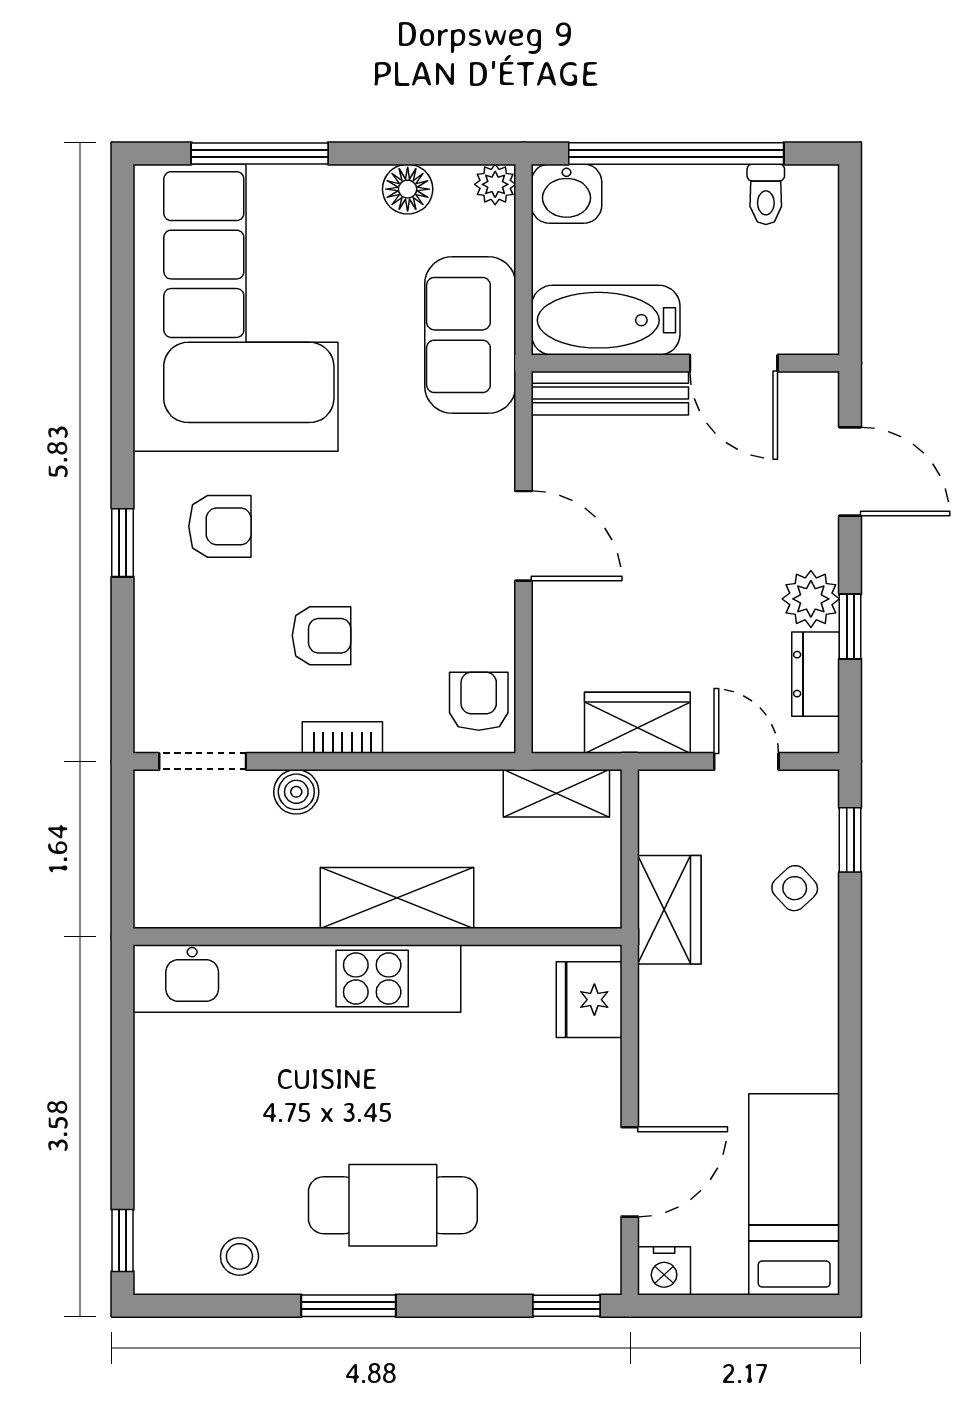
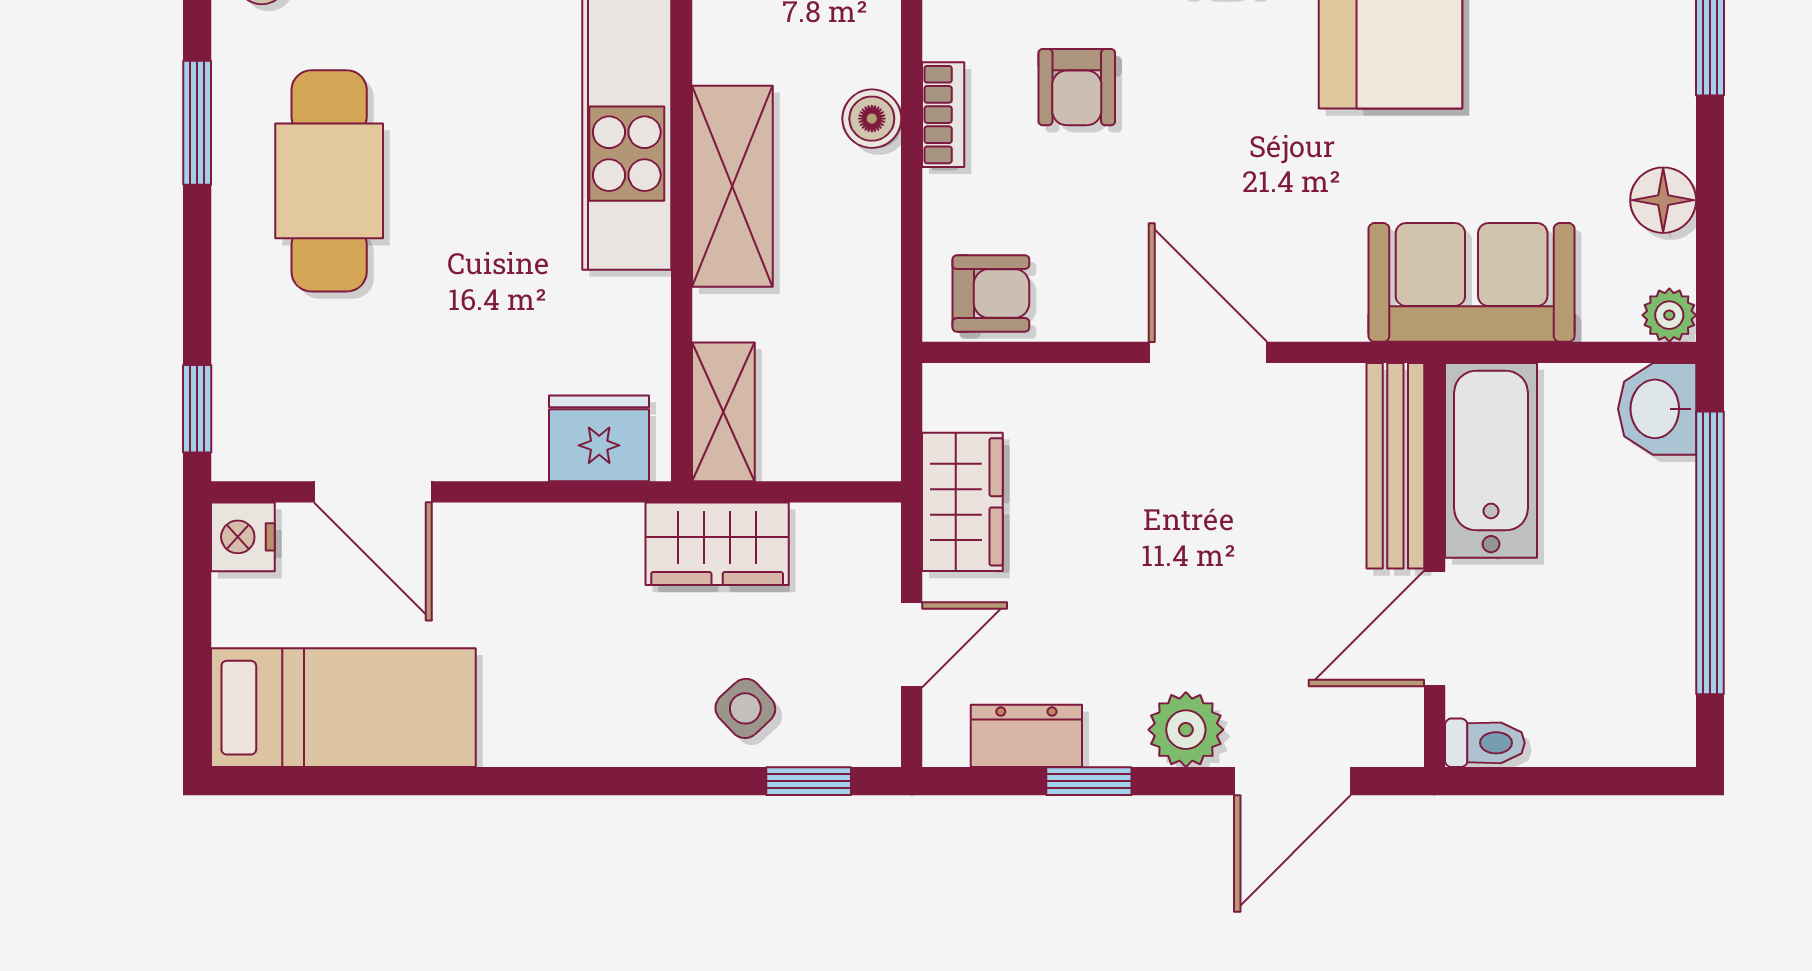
toilet: (766, 194) -> (1485, 743), moved, turned 180
door: (524, 536) -> (1208, 352), swing flipped
plant: (811, 599) -> (1186, 730), moved
boiler: (296, 792) -> (872, 119), moved
shelving: (556, 793) -> (723, 412), moved

